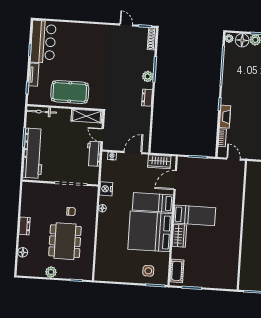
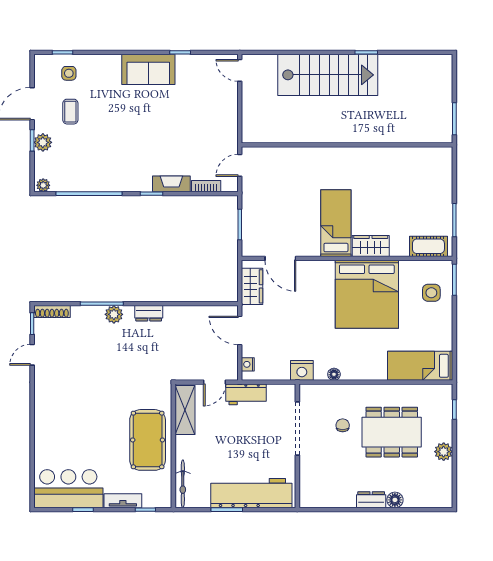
floor lamp: (242, 40) -> (45, 164), removed
bed: (153, 203) -> (420, 366), moved, turned 90
floor lamp: (23, 252) -> (395, 500), moved

